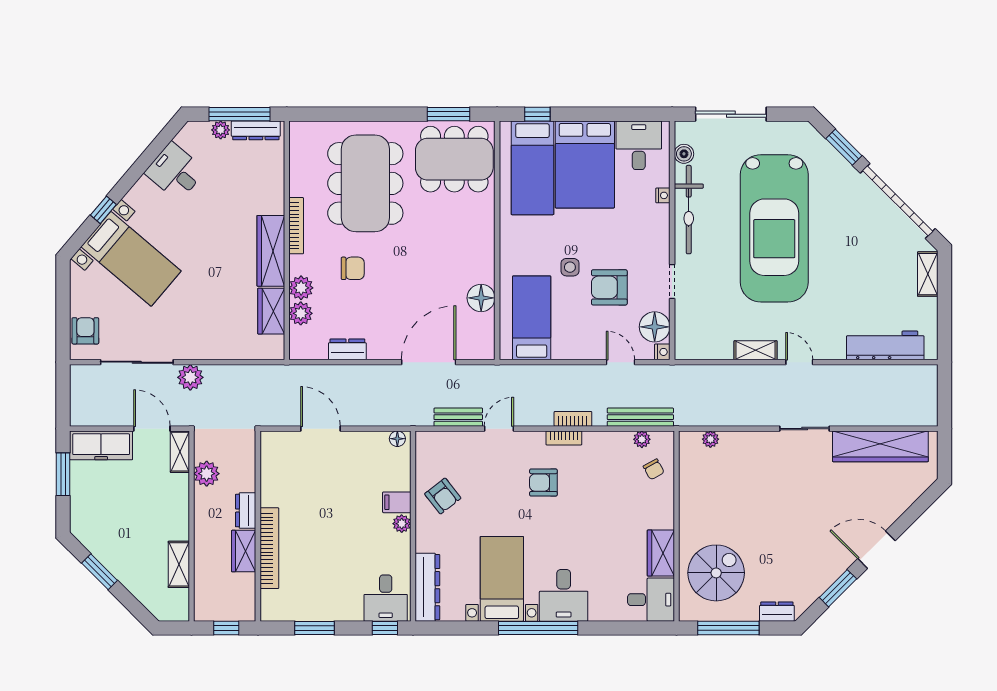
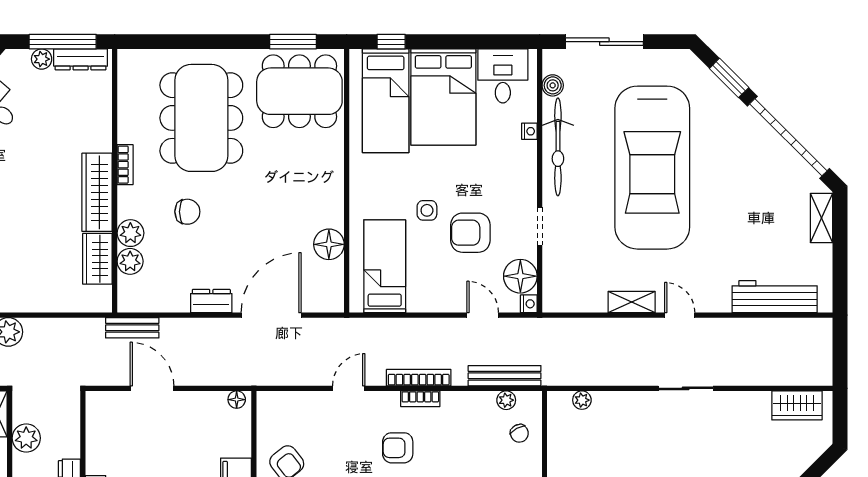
bookcase: (296, 226) -> (125, 165), width x0.64
dresser: (347, 349) -> (211, 301), moved
bench: (458, 417) -> (132, 328), moved
bookcase: (573, 419) -> (419, 378), width x1.56
wardrobe: (880, 446) -> (797, 405), width x0.48, depth x0.85

